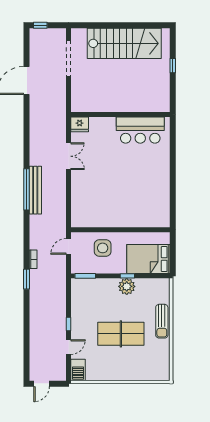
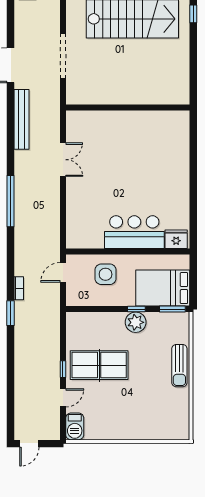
doorway: (69, 58) -> (63, 56), moved
window: (173, 66) -> (193, 14), moved
fridge: (80, 124) -> (176, 239), moved, turned 180
bar counter: (140, 130) -> (134, 232), moved, turned 180
bench: (35, 190) -> (22, 119), moved
window: (85, 276) -> (172, 309), moved
table tennis table: (121, 334) -> (99, 365), moved

